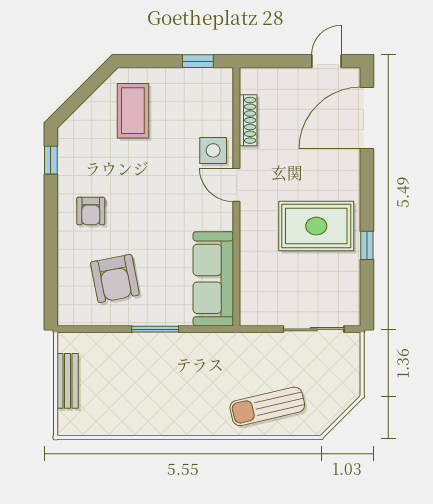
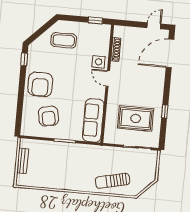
coffee table: (133, 111) -> (64, 40), turned 90
armchair: (91, 211) -> (40, 84), width x1.88, depth x1.88
rug: (316, 226) -> (136, 118), moved

